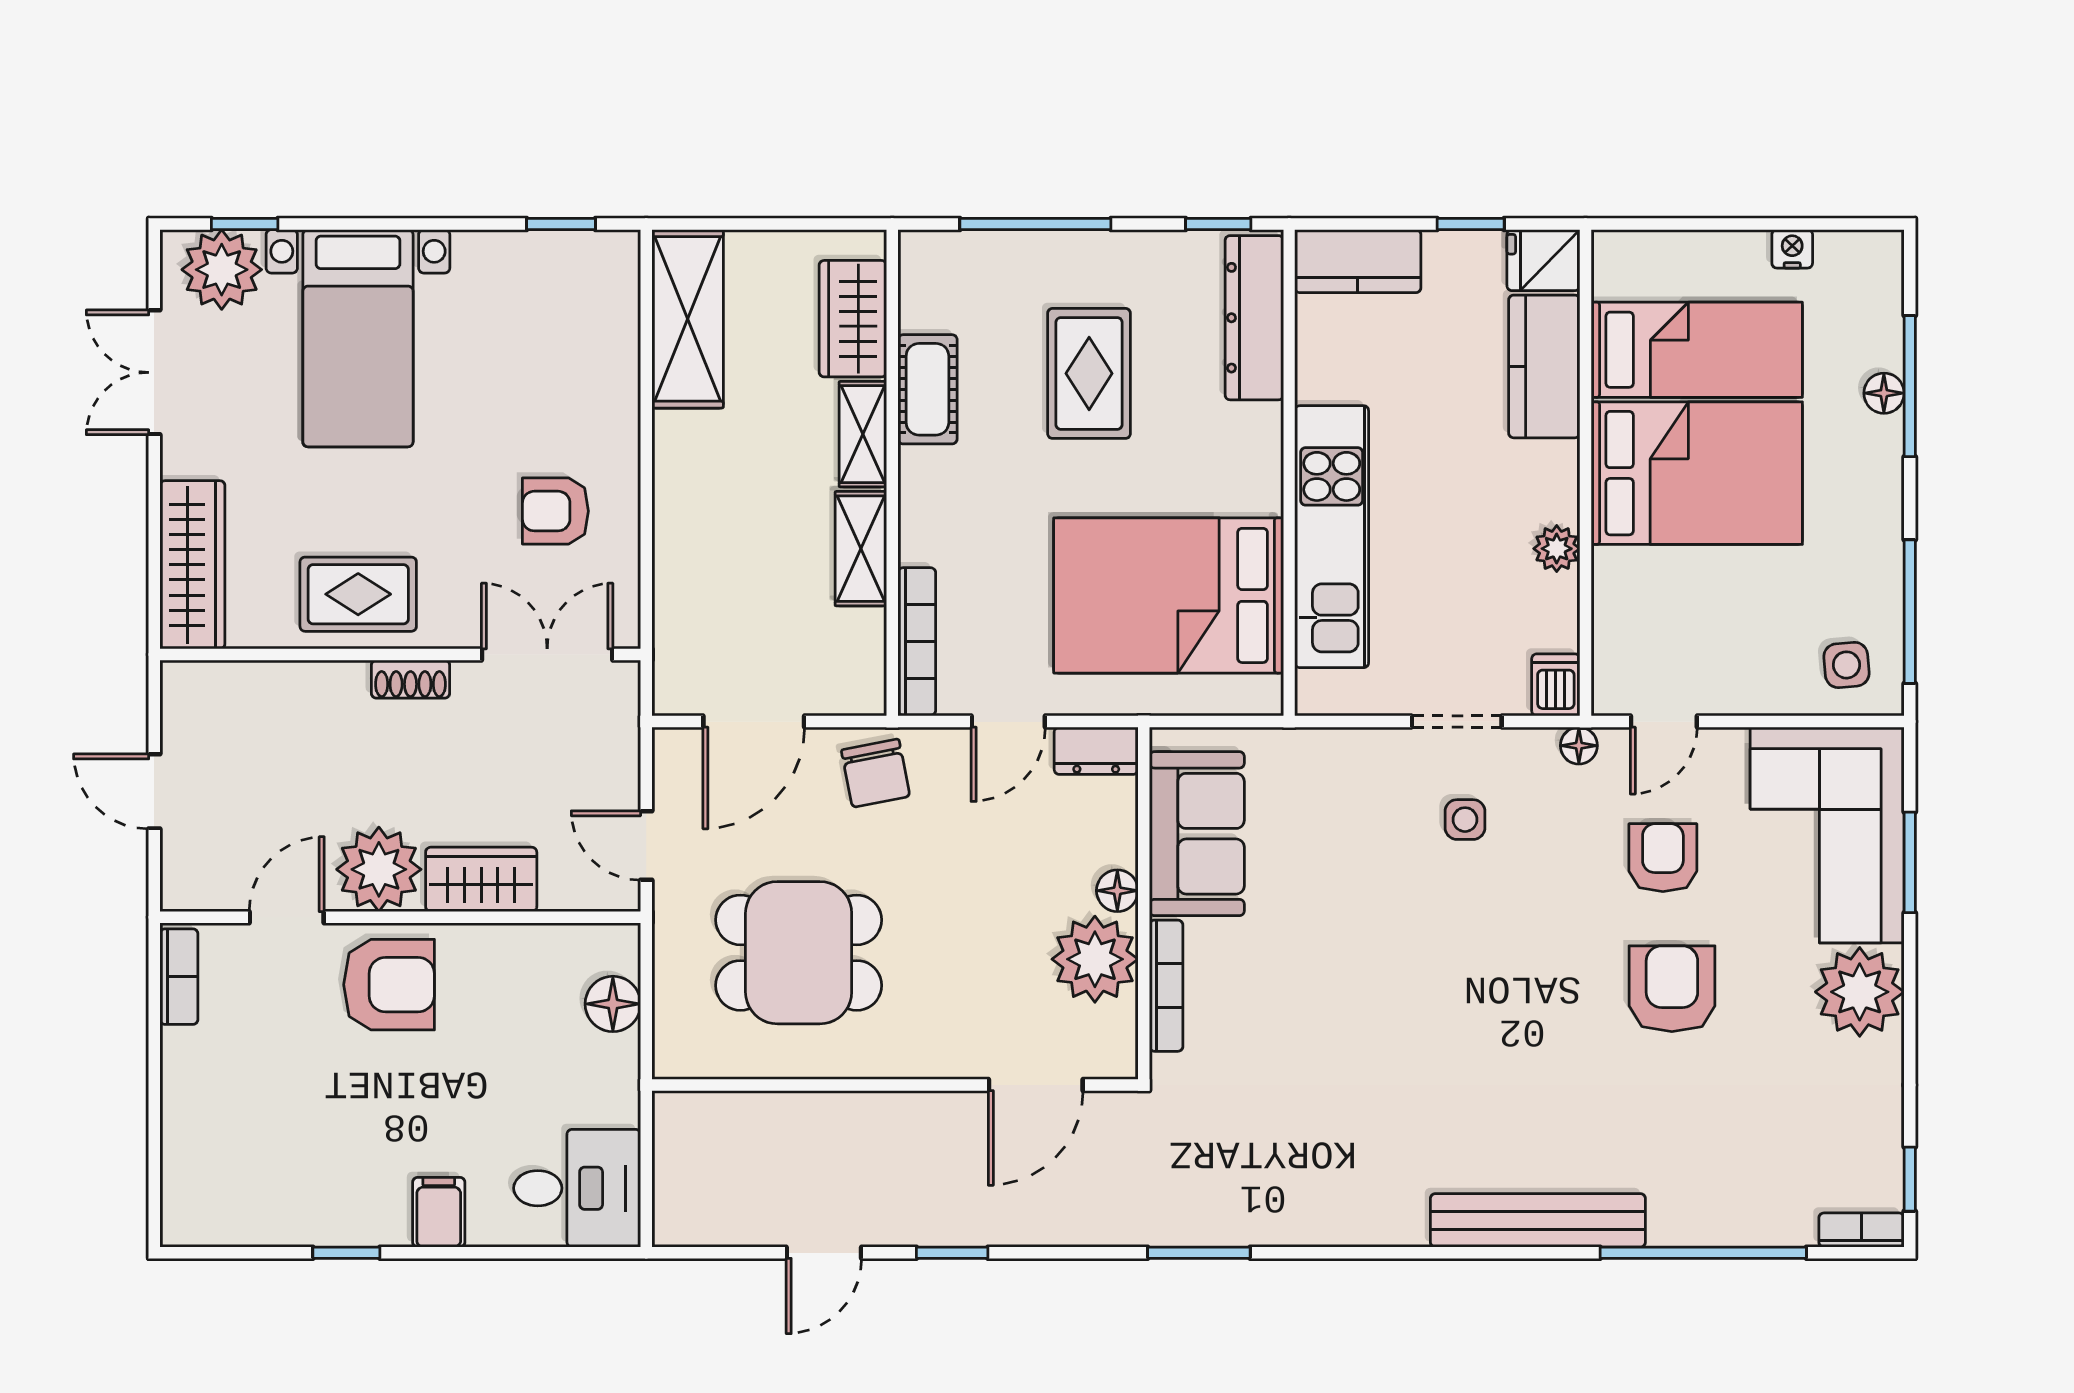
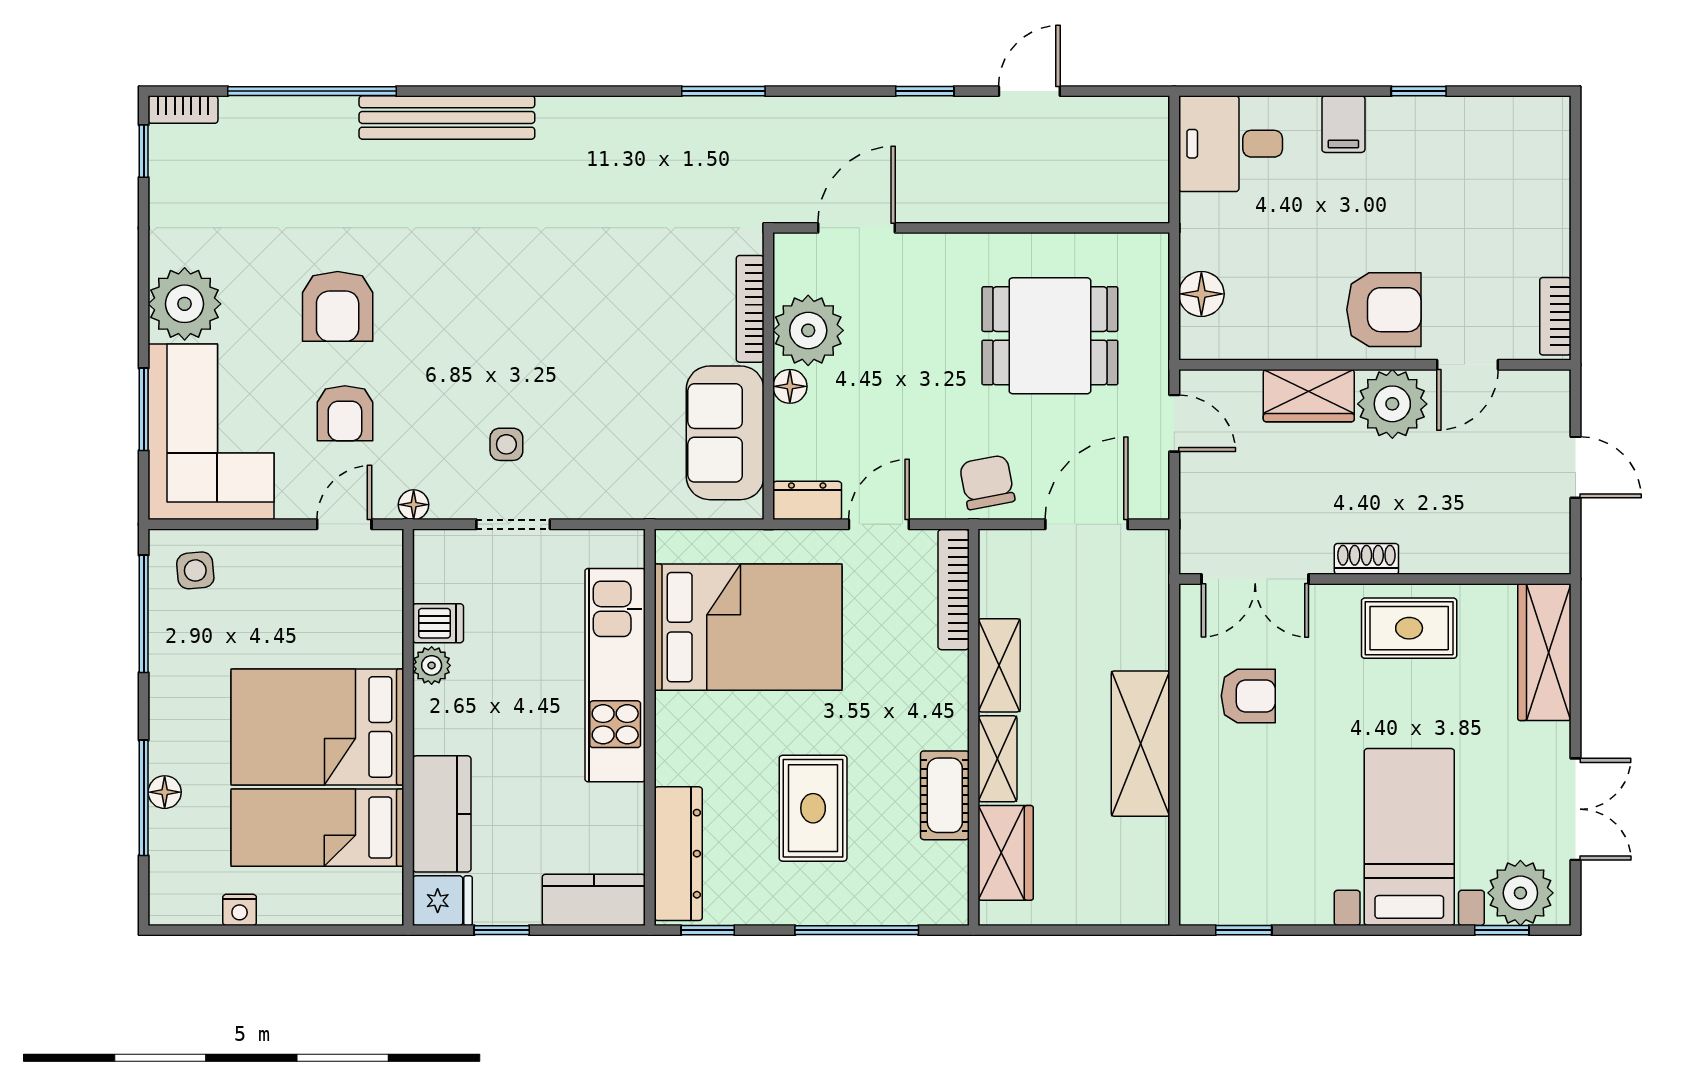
shelving: (688, 319) -> (1140, 744), moved
dishwasher: (1556, 685) -> (438, 623), moved, turned -90
armchair: (389, 985) -> (1384, 310), turned 180

